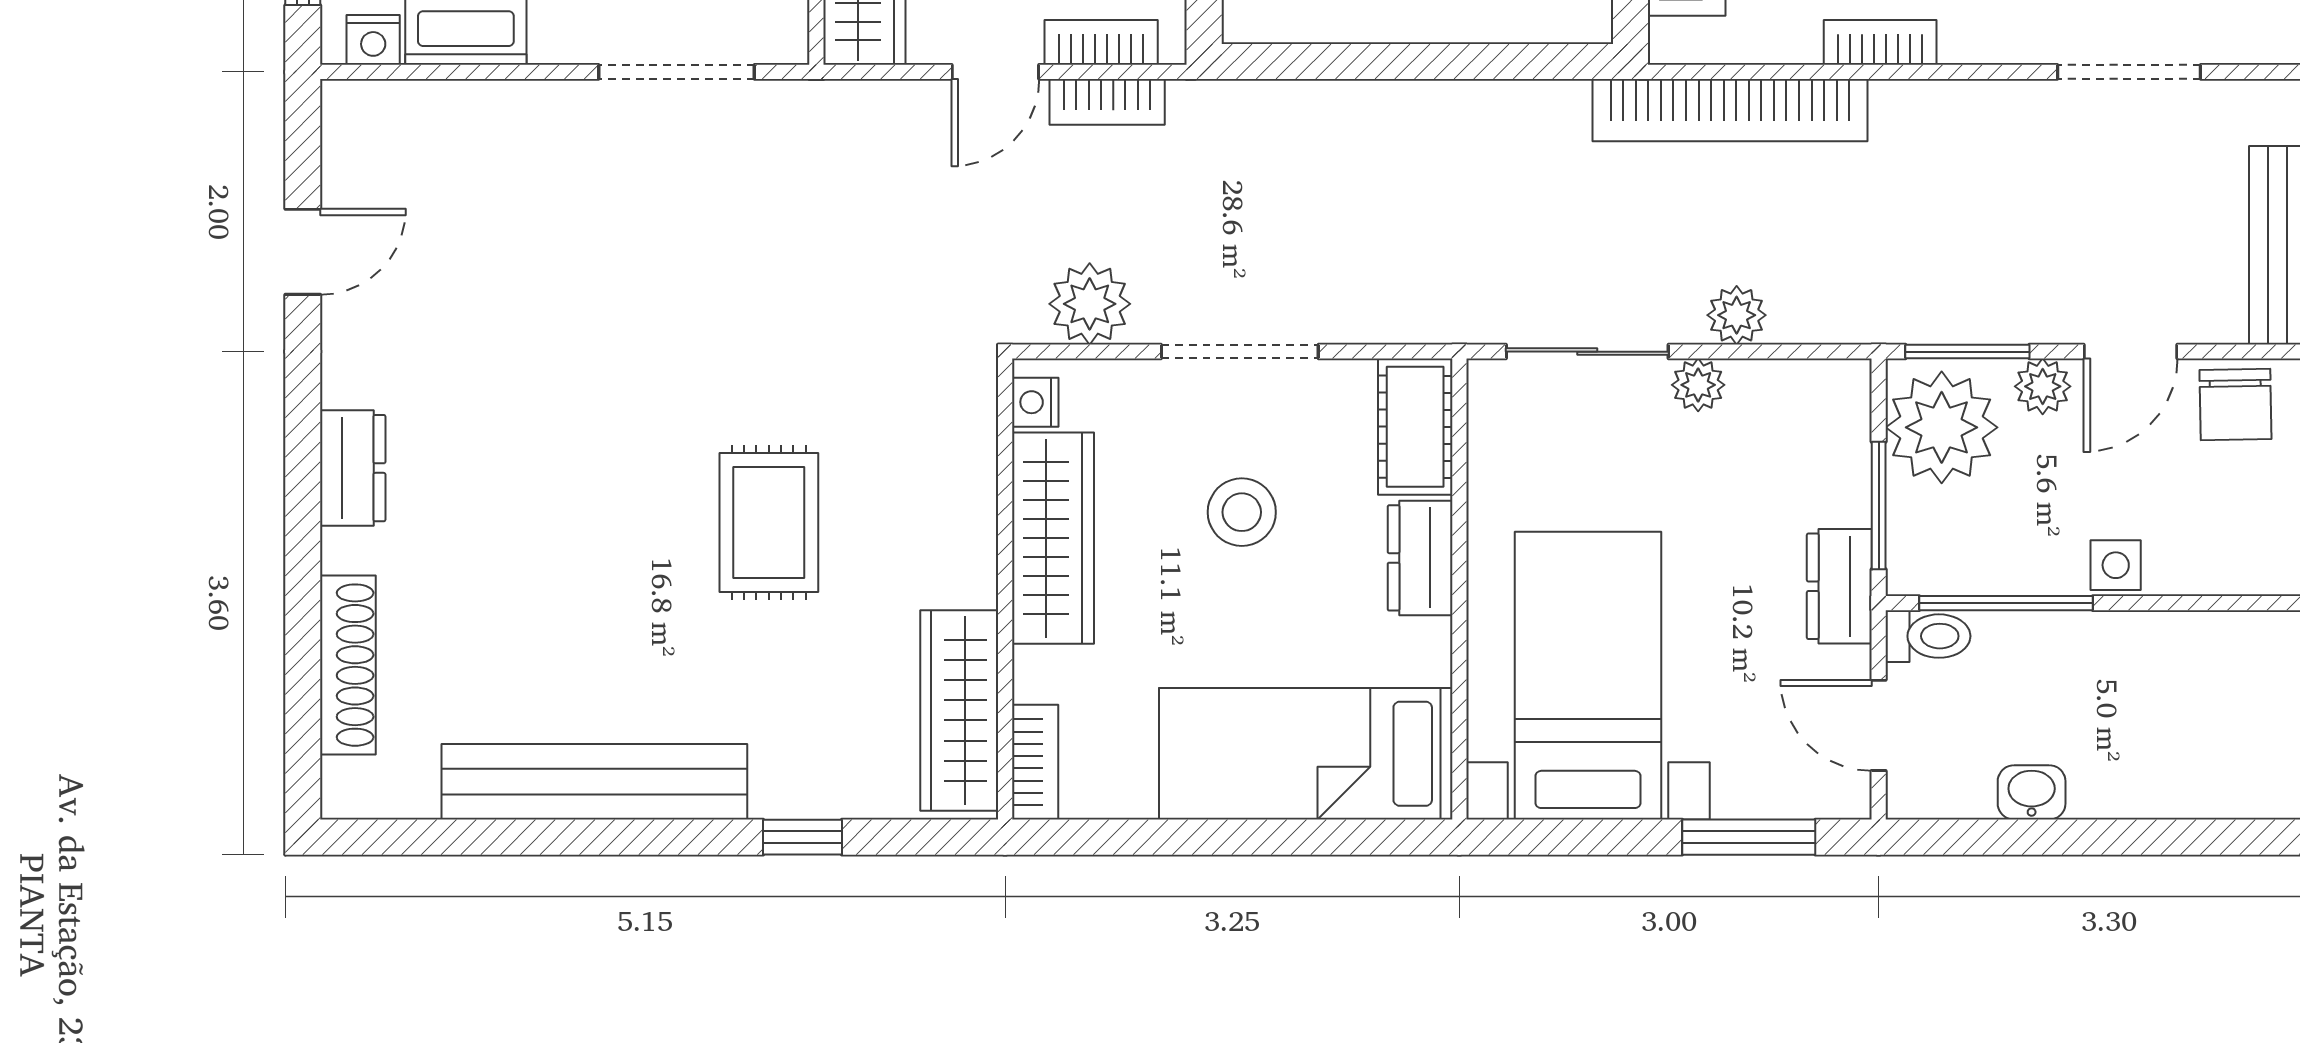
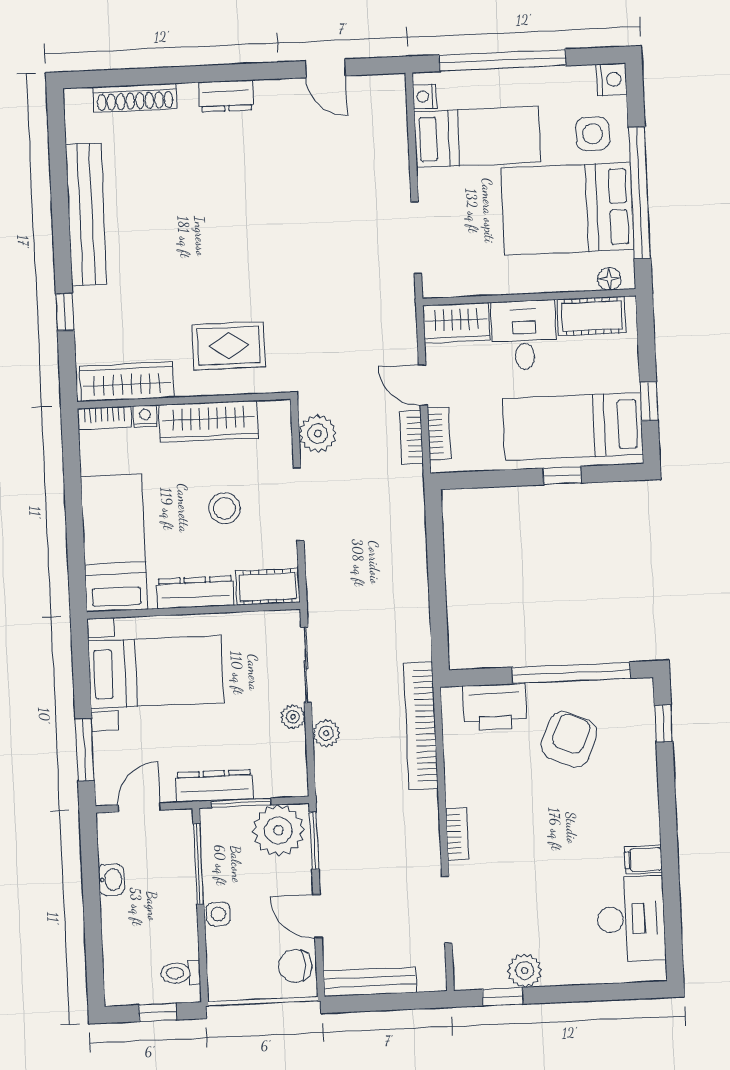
bookcase: (1880, 42) -> (457, 834), moved
plant: (2043, 386) -> (299, 876), removed
nightstand: (1035, 402) -> (145, 416), moved
rug: (769, 522) -> (229, 346), moved
dresser: (1420, 558) -> (195, 592), width x1.44
dresser: (1839, 586) -> (214, 786), width x1.44
toilet: (1928, 636) -> (181, 973), moved, turned 90

